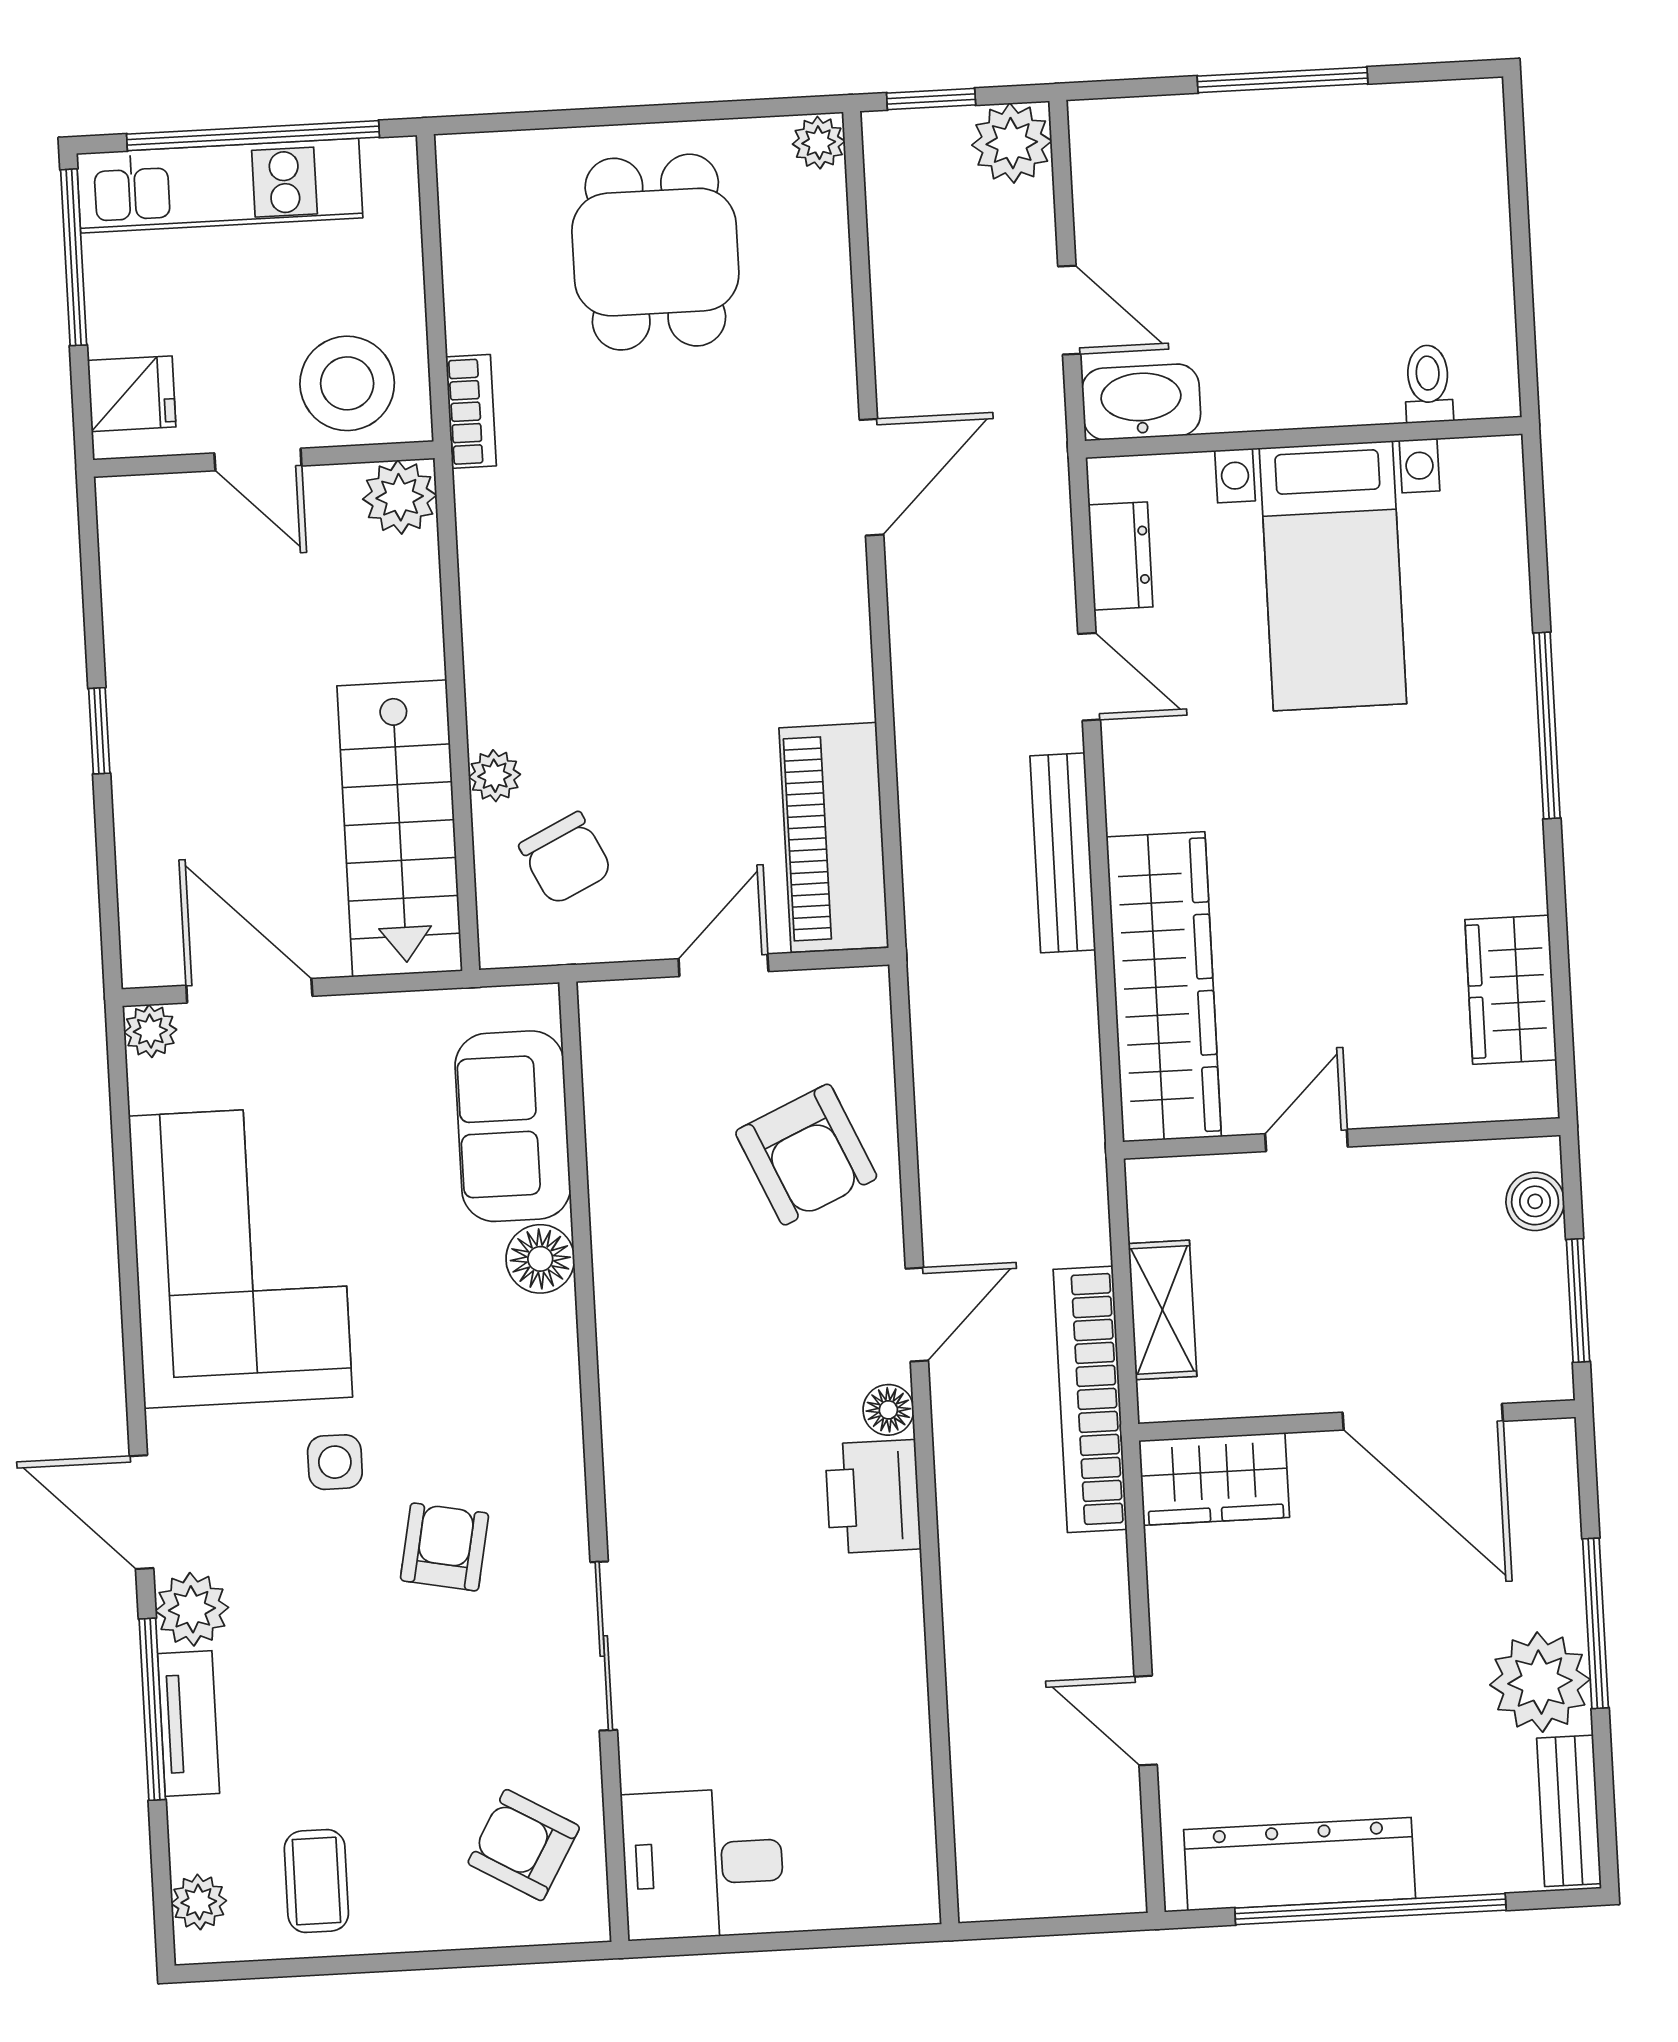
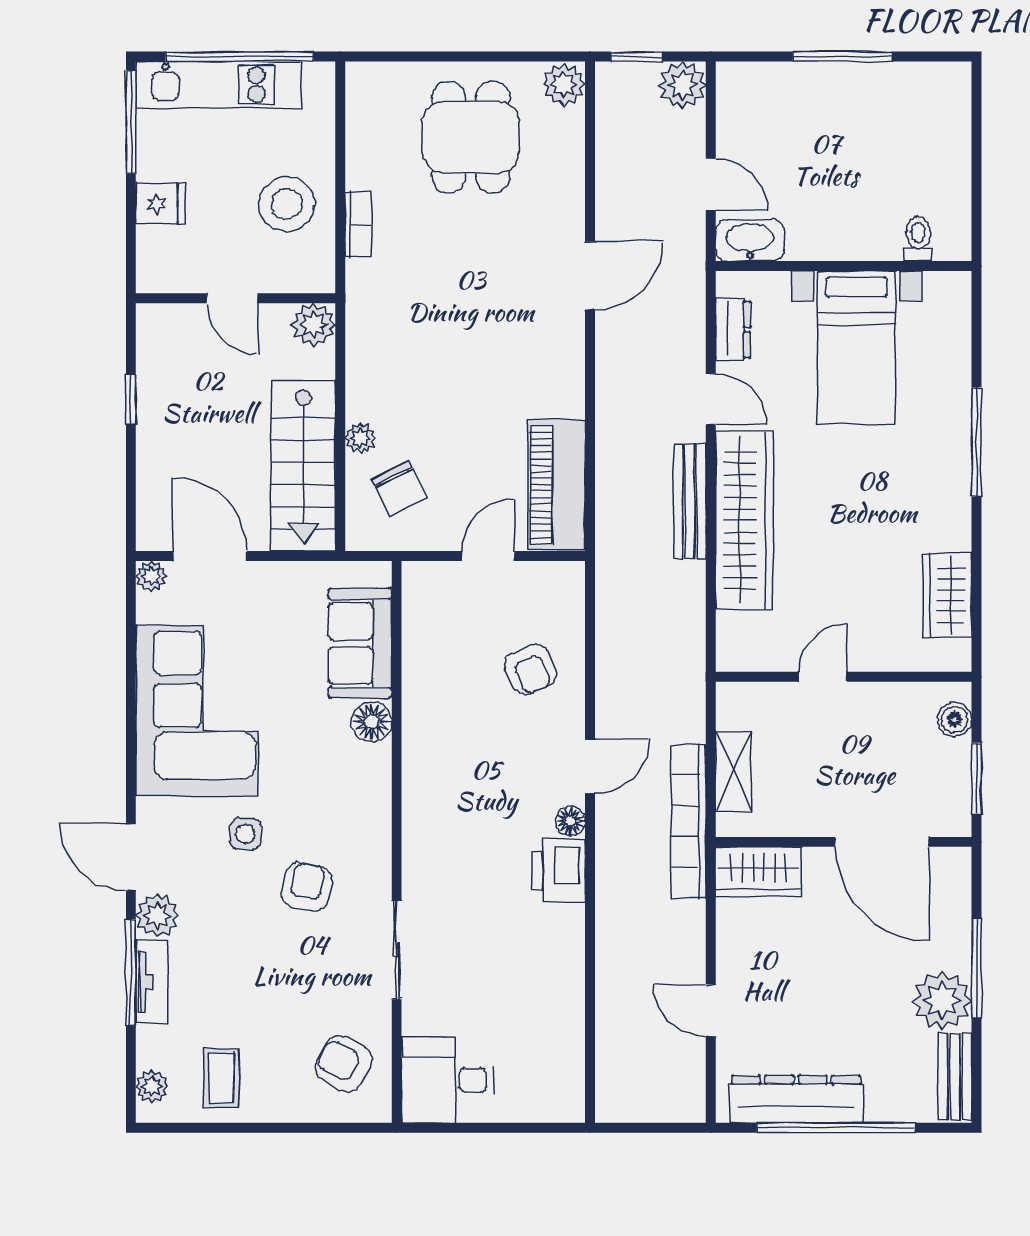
plant: (819, 143) -> (564, 84), width x1.38, depth x1.38
door: (258, 459) -> (232, 298), moved
wall: (264, 459) -> (236, 298), moved
plant: (400, 497) -> (314, 325), moved
wardrobe: (1164, 987) -> (745, 520), moved
armchair: (806, 1155) -> (530, 669), width x0.72, depth x0.72

